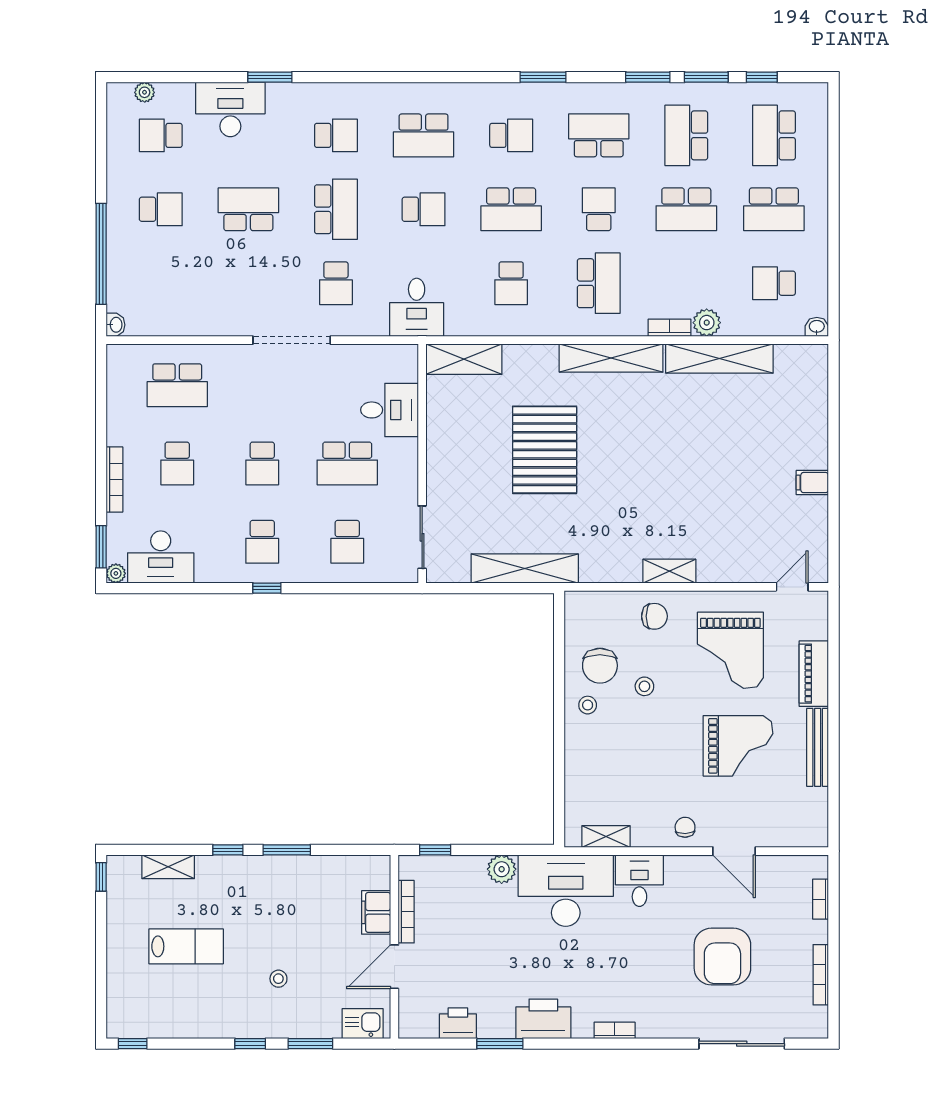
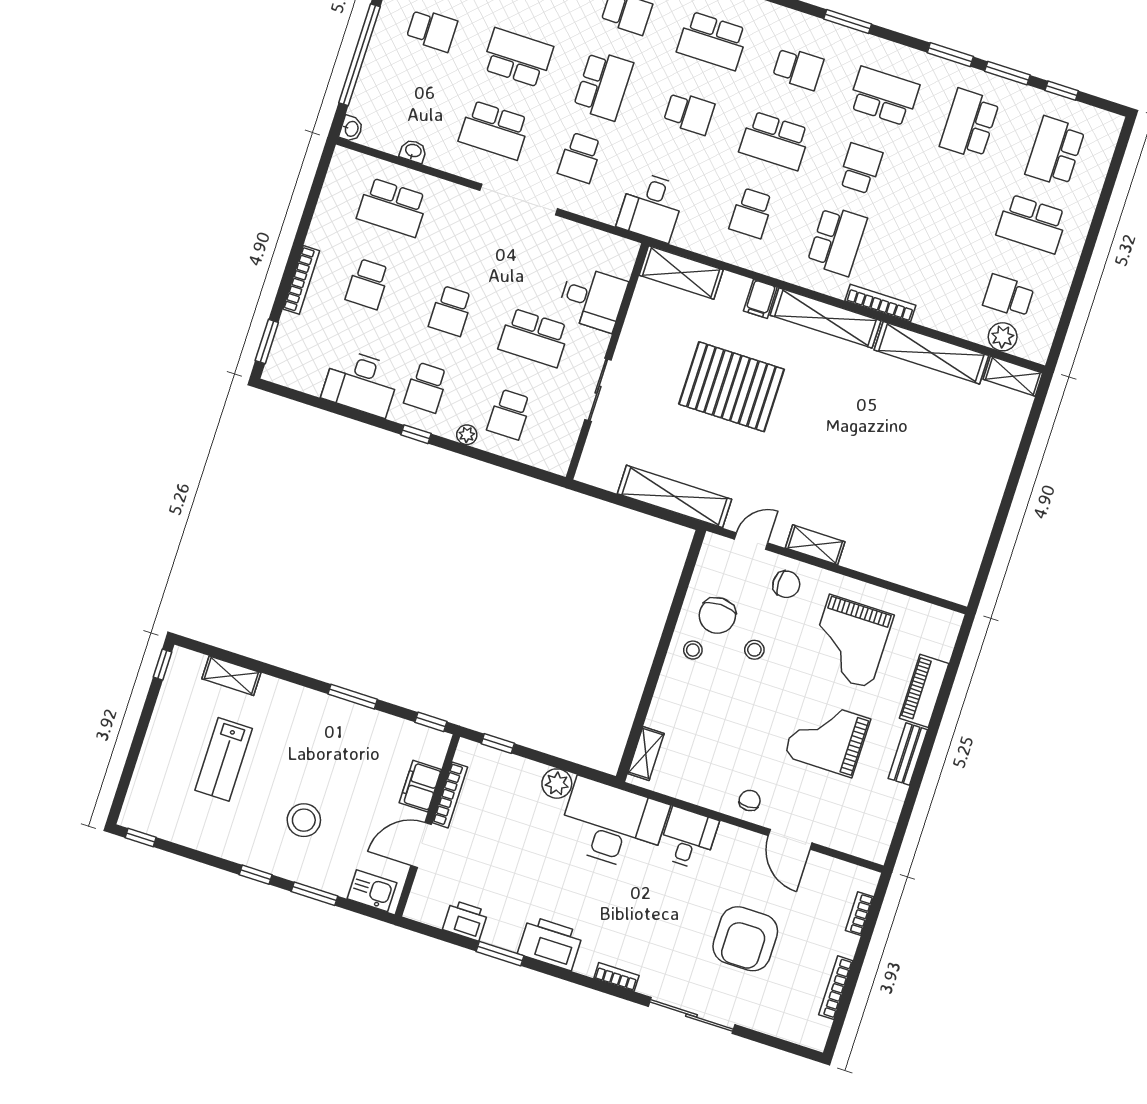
school desk: (686, 209) -> (494, 130), moved
plant: (707, 323) -> (1003, 337), moved
washbasin: (817, 327) -> (413, 151), moved
bookcase: (669, 328) -> (880, 303), width x1.56
shelving: (802, 356) -> (1013, 376), added
pallet: (545, 450) -> (731, 387), turned 90
filing cabinet: (812, 483) -> (760, 299), moved, turned -90
sliding door: (422, 537) -> (598, 390), moved
desk: (161, 557) -> (361, 383), moved
plant: (116, 573) -> (467, 435), moved
door: (792, 587) -> (751, 541), moved
grand piano: (738, 746) -> (827, 738), turned 180
bench: (818, 747) -> (908, 754), width x0.73
shelving: (606, 836) -> (646, 753), moved, turned 90
window: (228, 850) -> (431, 722), moved
lab bench: (186, 946) -> (224, 759), turned 90
stool: (278, 979) -> (304, 820), width x1.89, depth x1.89
sliding door: (742, 1044) -> (691, 1015), moved

